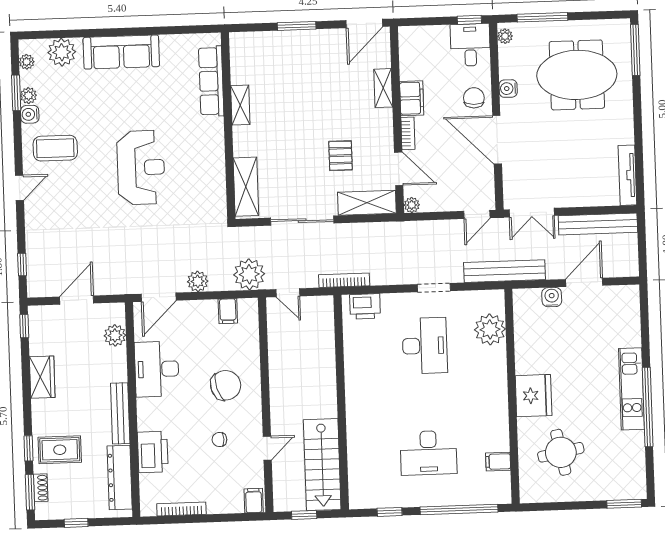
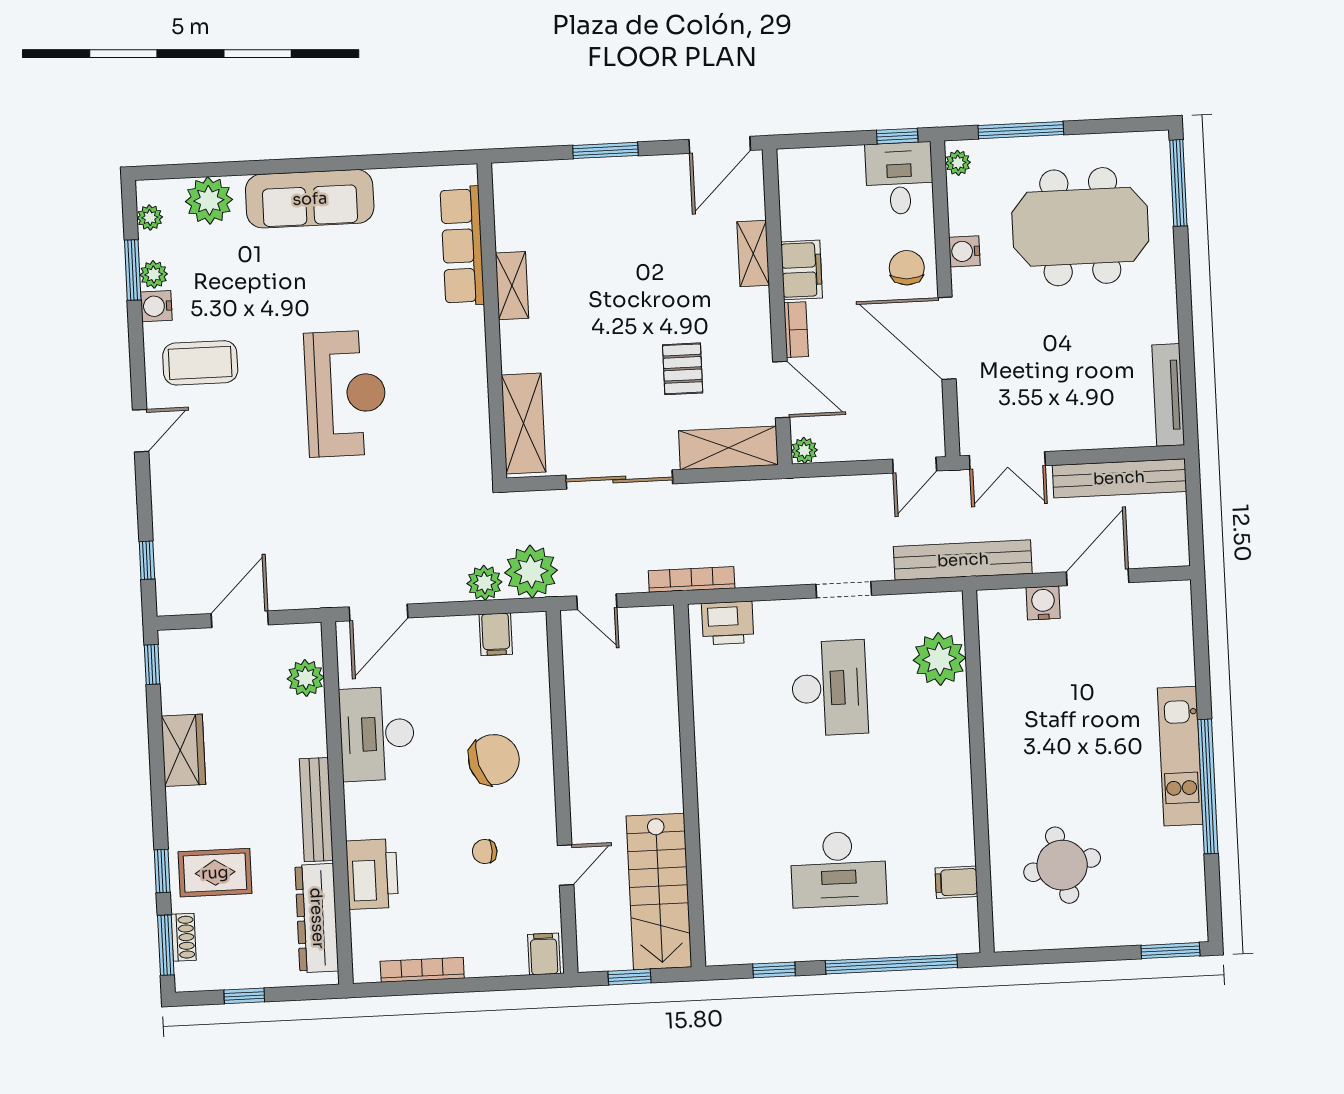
plant: (198, 281) -> (484, 583), moved
fridge: (534, 396) -> (1015, 770), removed

